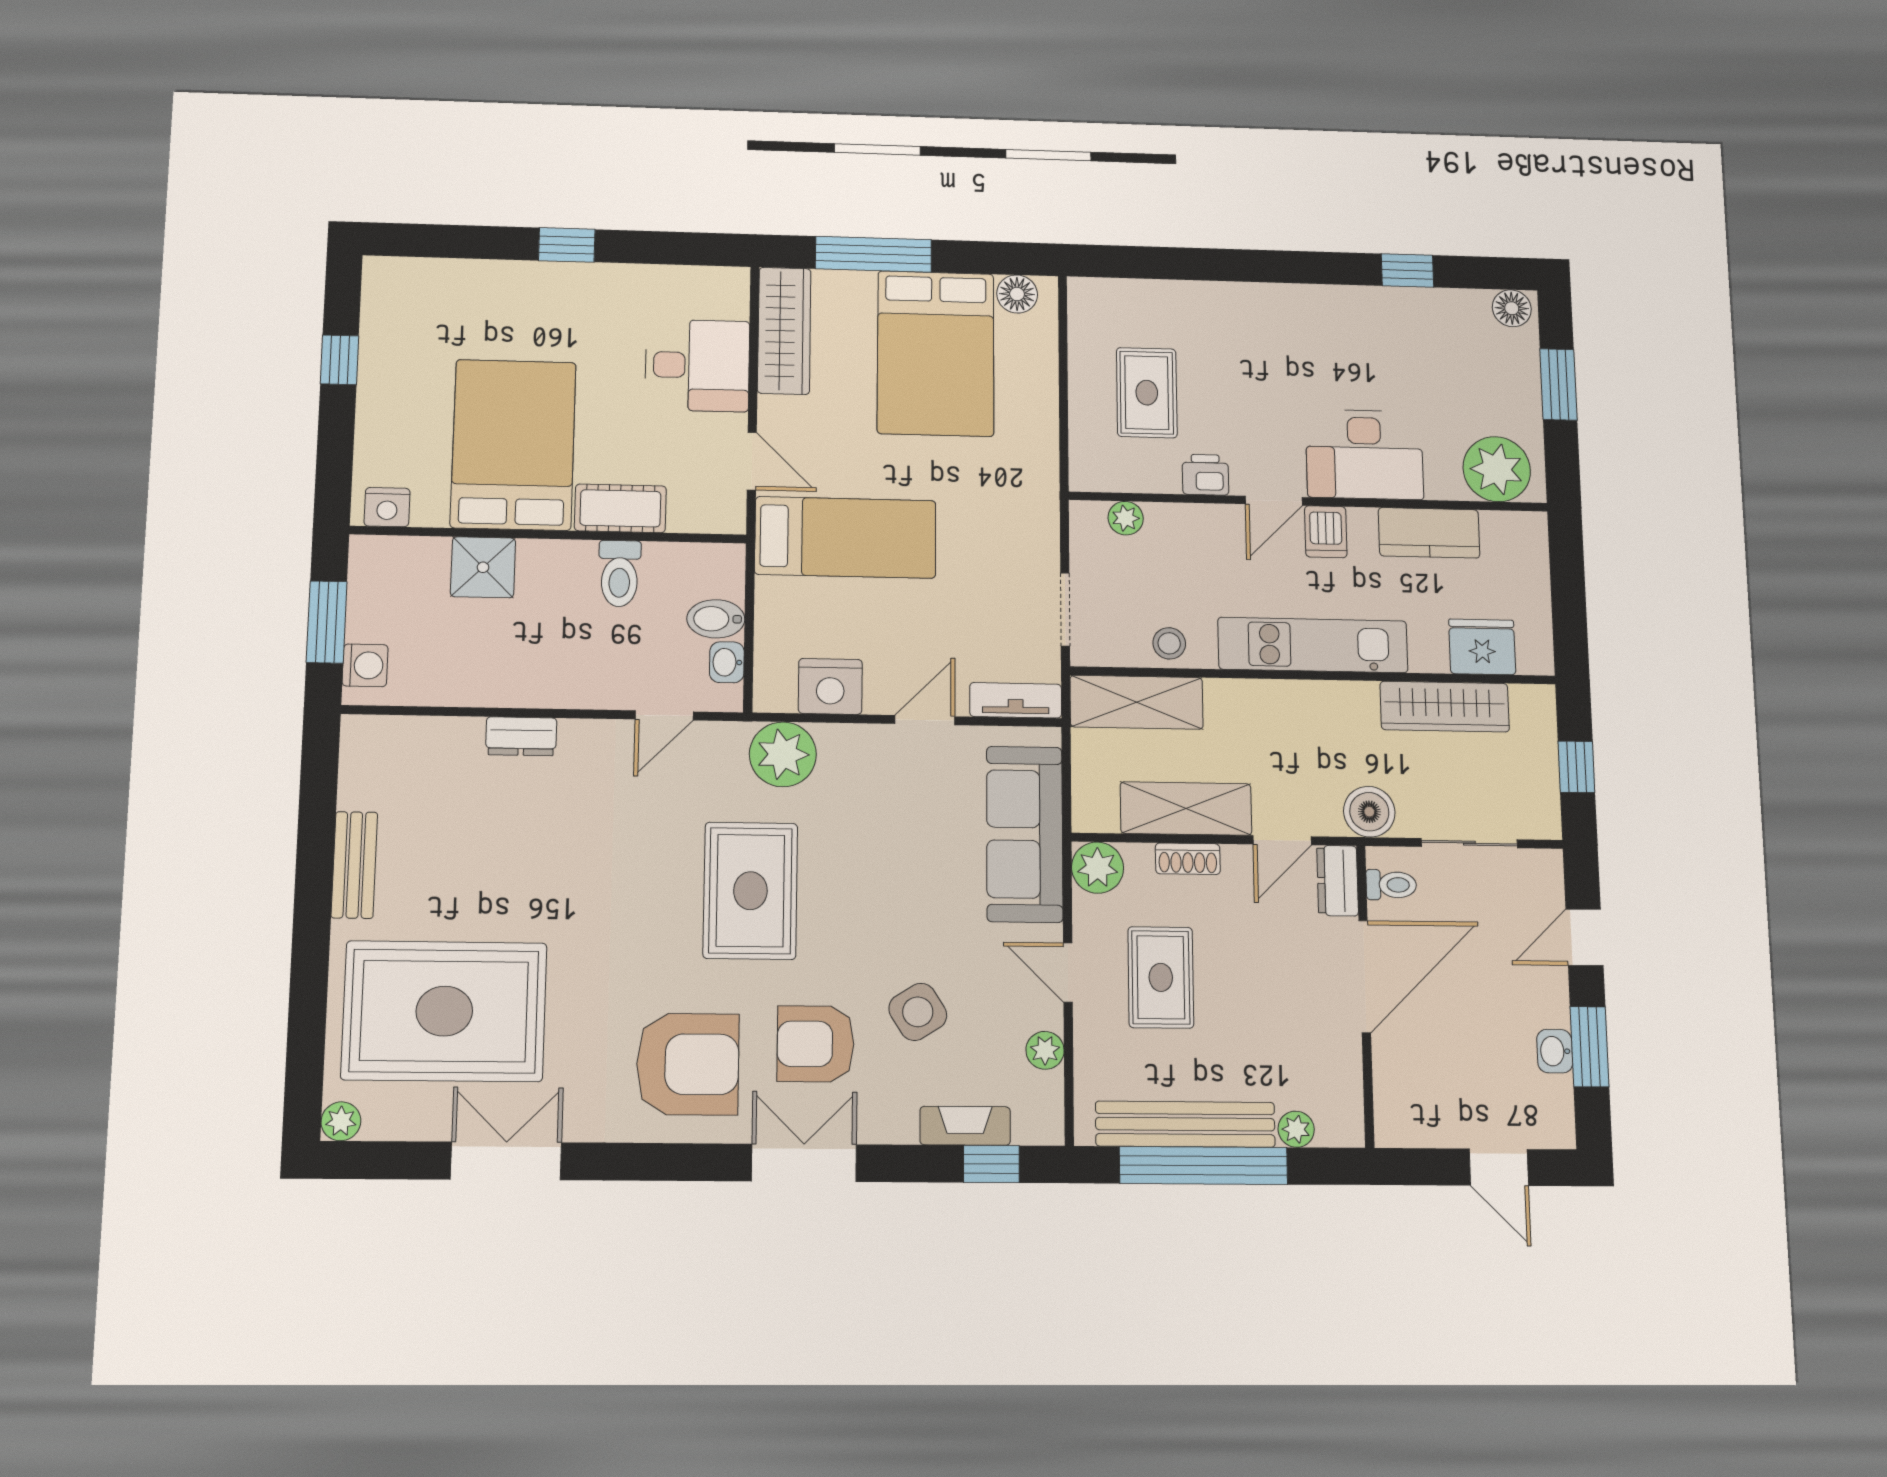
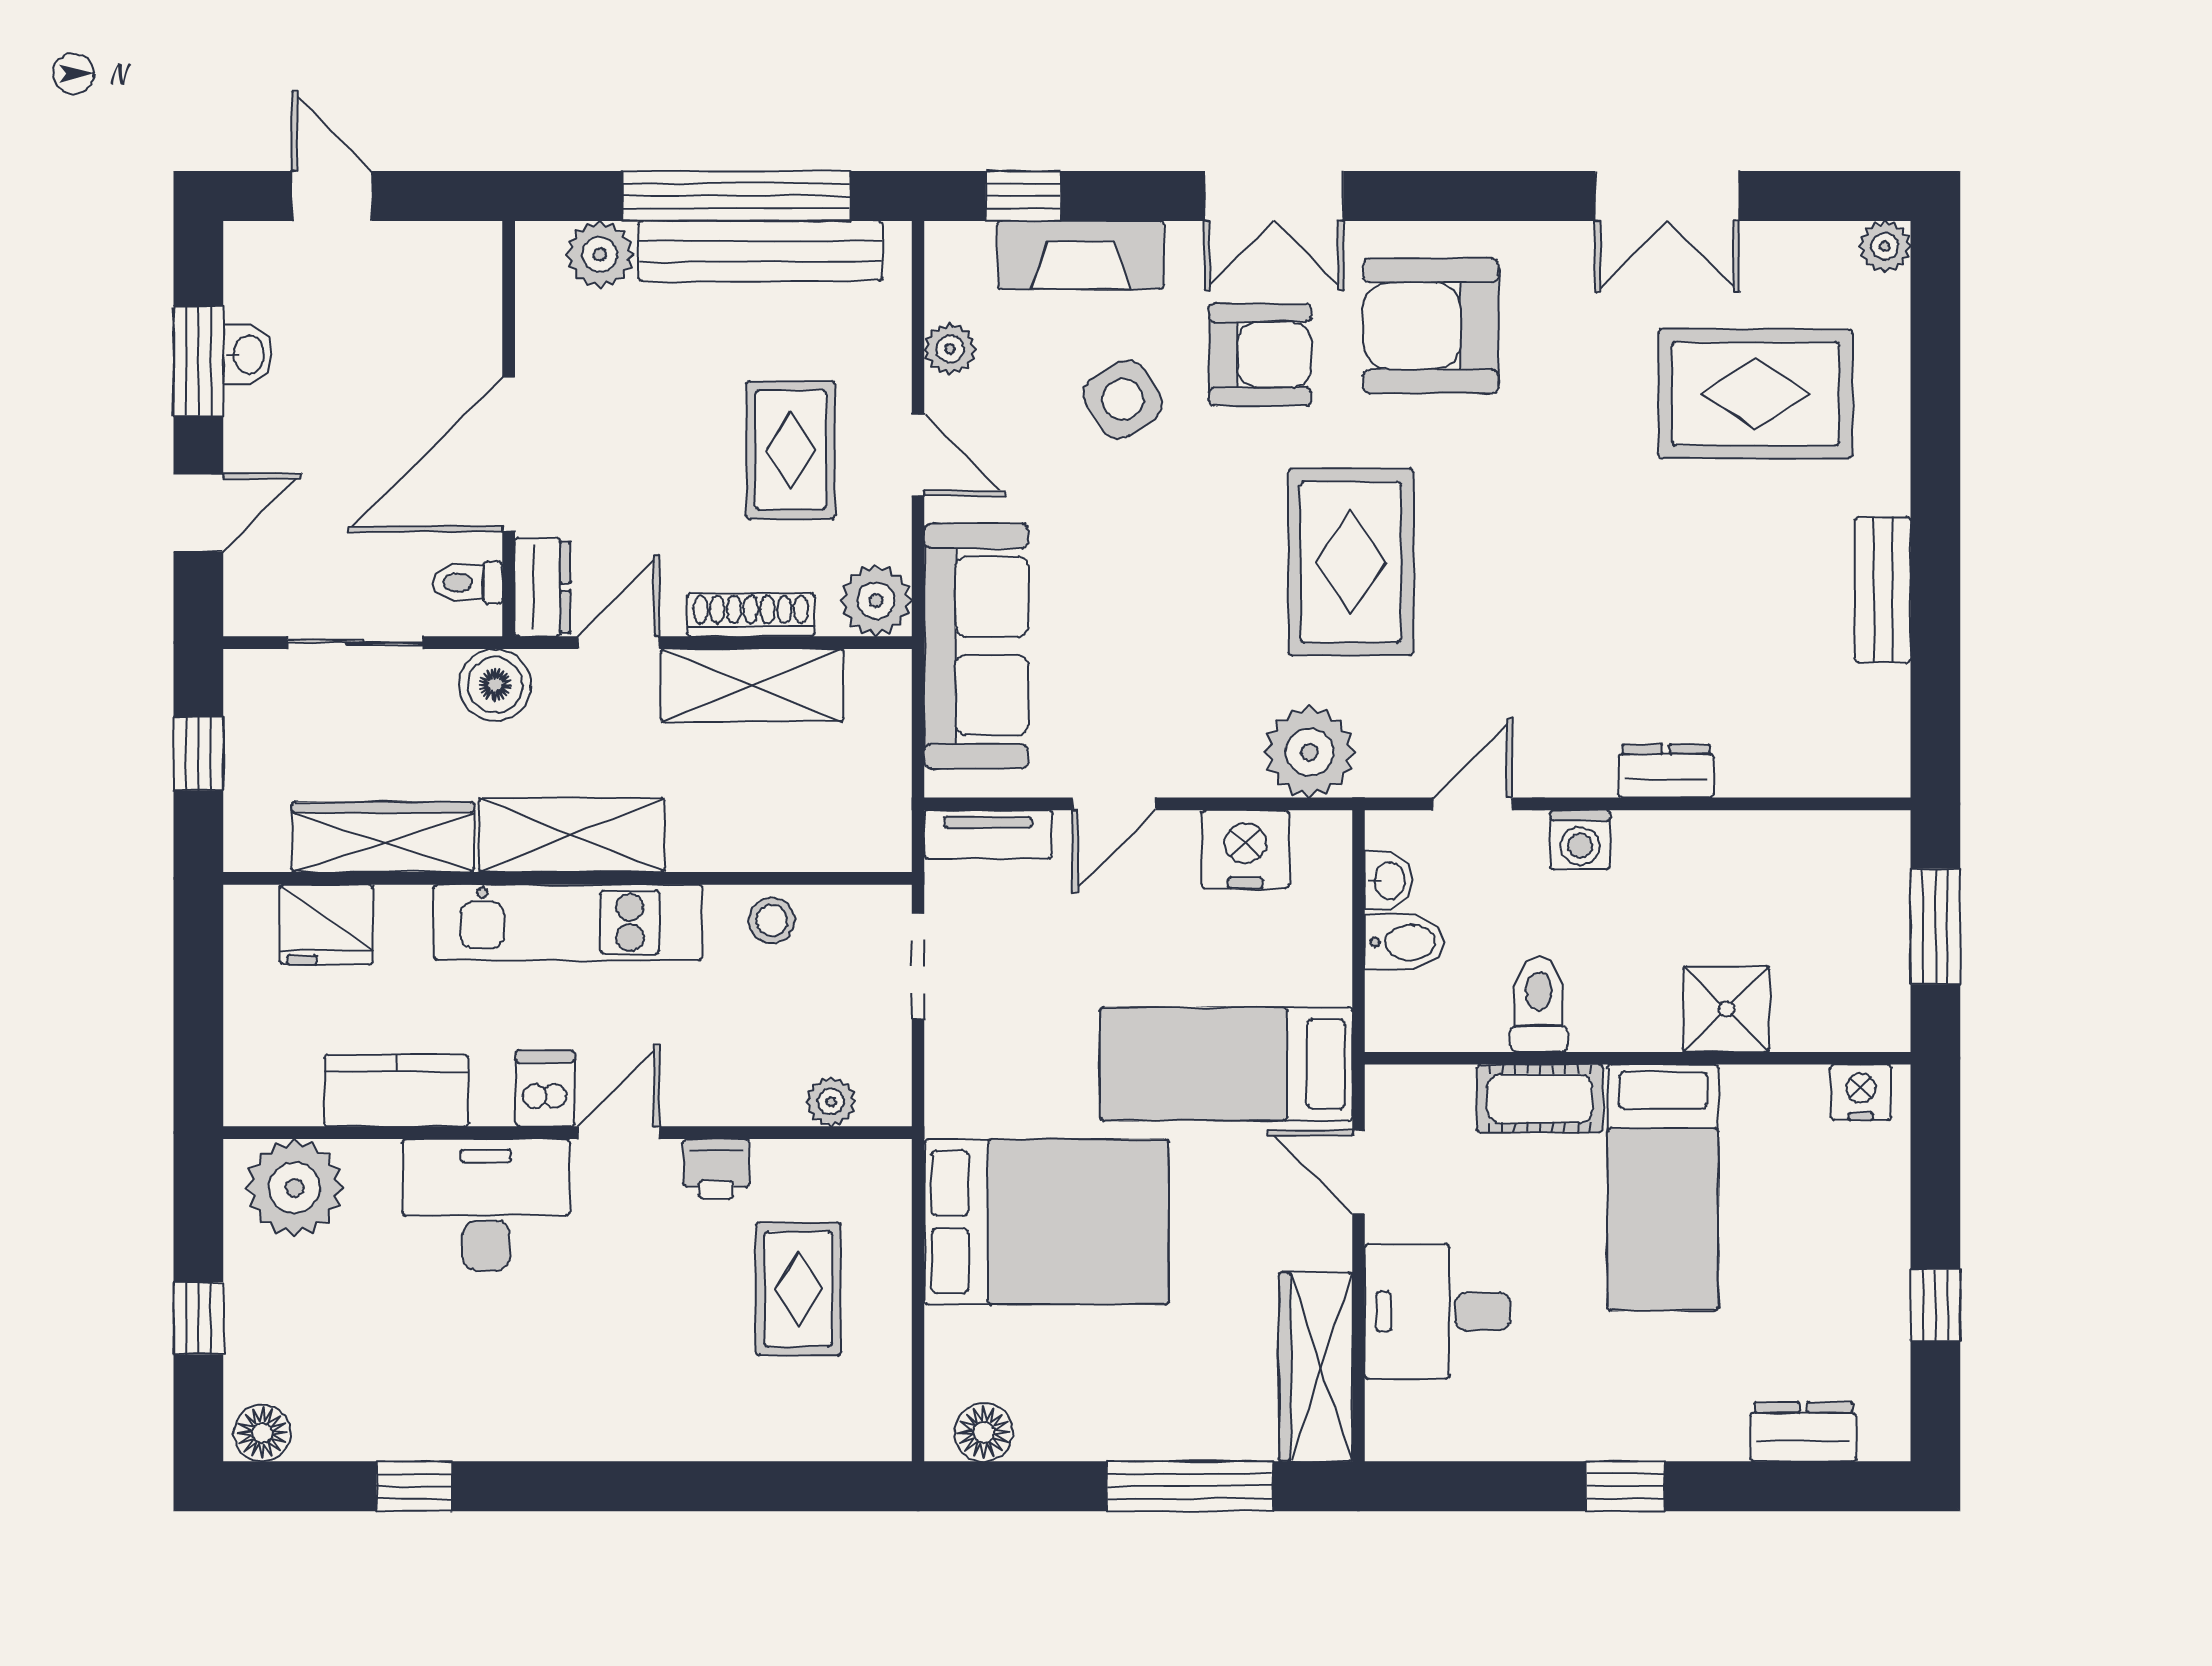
dresser: (438, 277) -> (1803, 1432), added
bed: (936, 353) -> (1046, 1222), moved, turned 90
window: (1558, 384) -> (198, 1318), width x0.67
bed: (513, 445) -> (1663, 1187), width x0.67
washing machine: (365, 665) -> (1580, 840), moved, turned -90
shelving: (1137, 702) -> (572, 835), moved
shoe rack: (1188, 859) -> (751, 615), width x1.43
rug: (444, 1011) -> (1755, 394), width x0.73, depth x0.69
fireplace: (965, 1126) -> (1081, 255), width x1.37, depth x1.32
plant: (1296, 1129) -> (600, 255), width x1.38, depth x1.38

